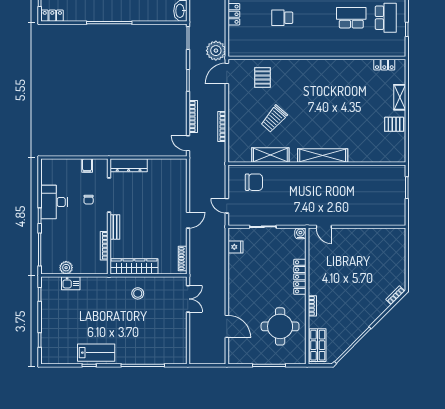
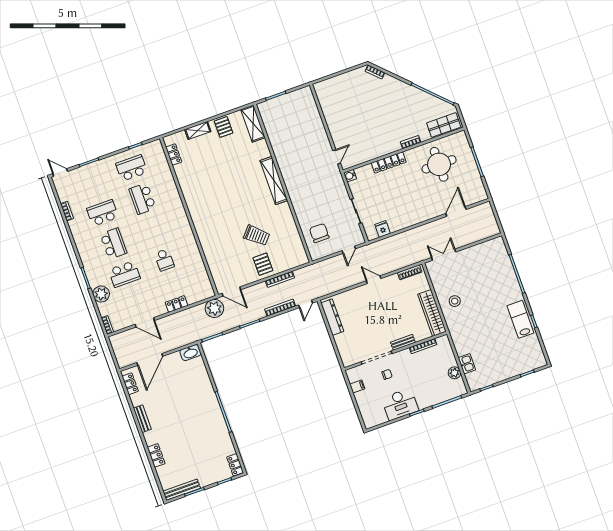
pallet: (263, 78) -> (263, 264), moved, turned 90
shelving: (270, 155) -> (253, 124), moved
dresser: (129, 165) -> (332, 317), moved

